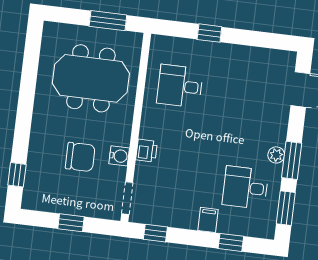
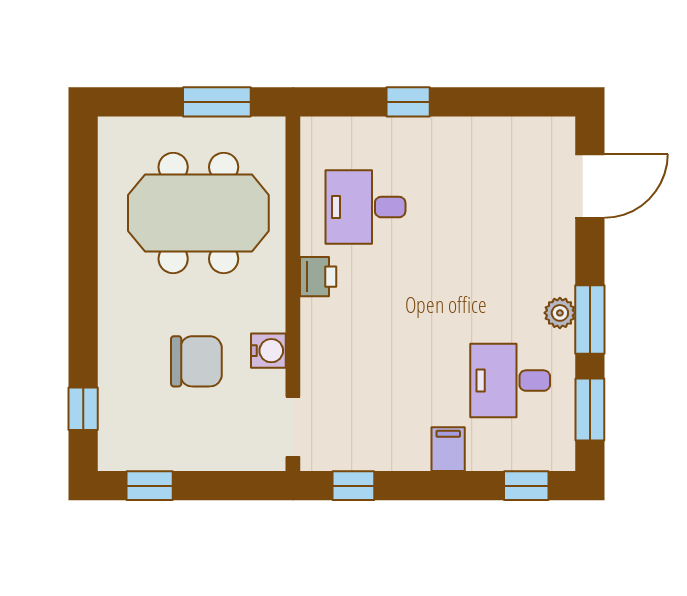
printer: (147, 151) -> (318, 277), moved
window: (71, 223) -> (150, 486), moved
window: (231, 242) -> (526, 486), moved

